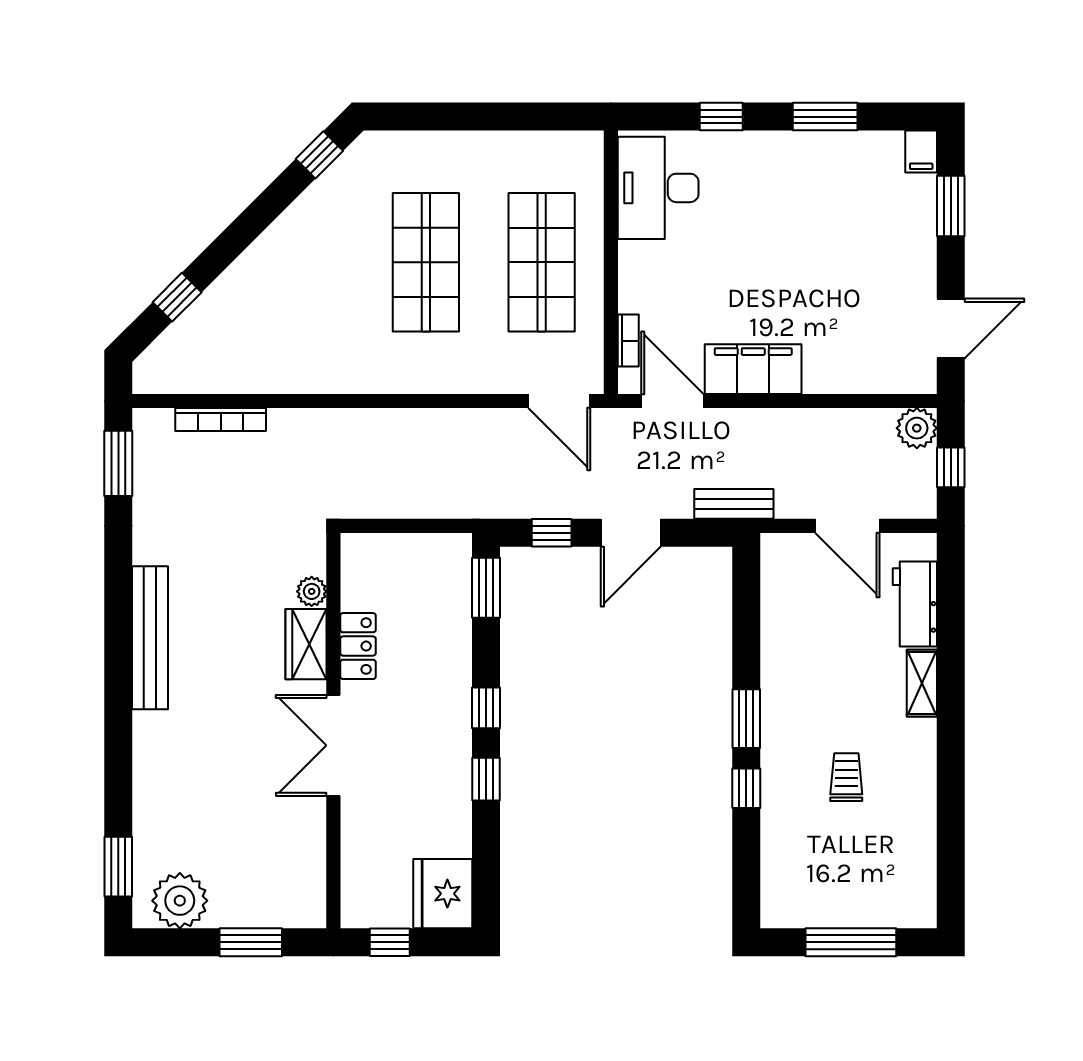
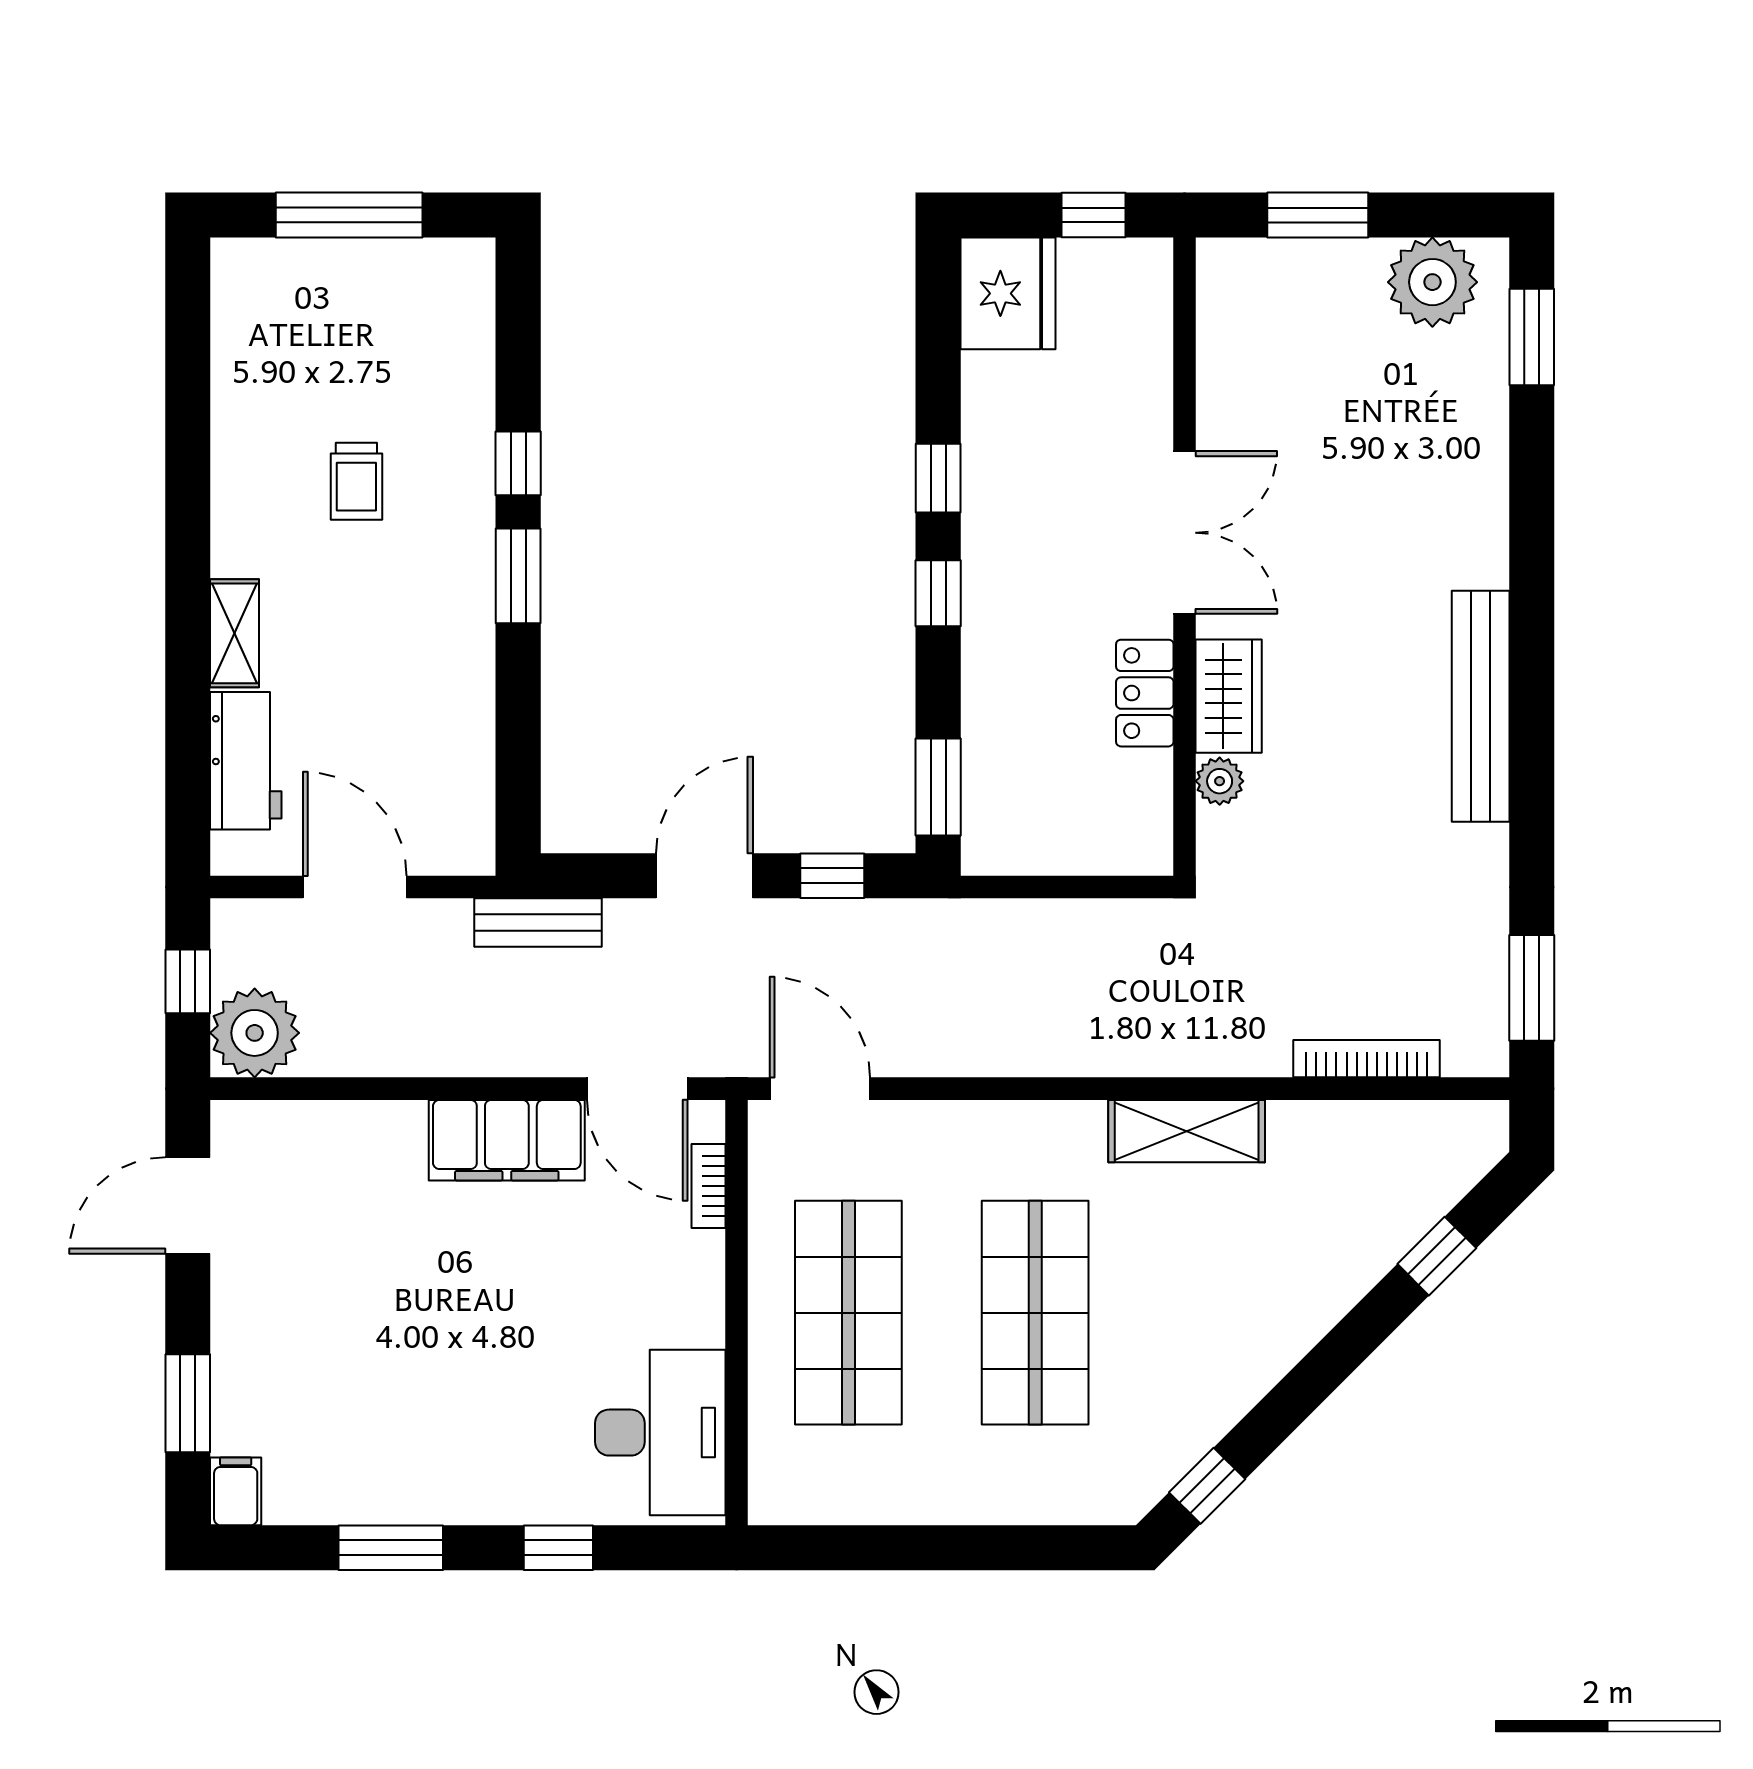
shelving: (332, 375) -> (1187, 1131), added
plant: (917, 428) -> (255, 1033), width x1.36, depth x1.36

